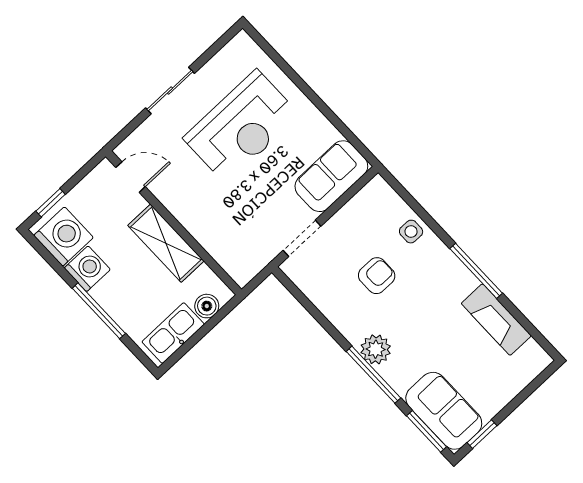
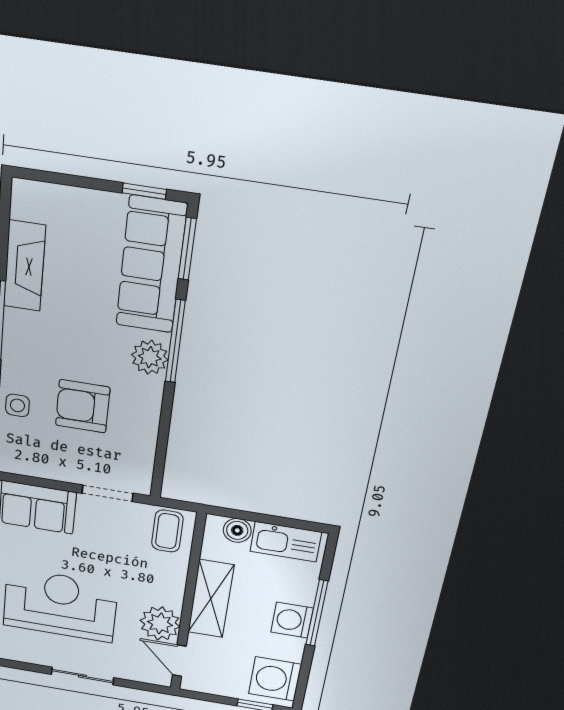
plant: (172, 189) -> (160, 623), added
coffee table: (242, 256) -> (167, 531), added
washing machine: (87, 269) -> (292, 620), moved
armchair: (377, 276) -> (83, 406), width x1.38, depth x1.38
sofa: (444, 411) -> (151, 265), width x1.36

